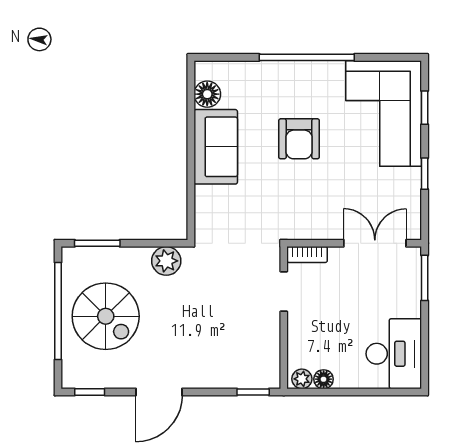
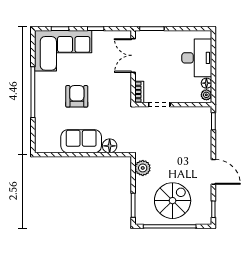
floor lamp: (207, 94) -> (110, 146), moved
armchair: (299, 139) -> (77, 96), turned -90
desk: (394, 354) -> (197, 58), moved, turned 90

